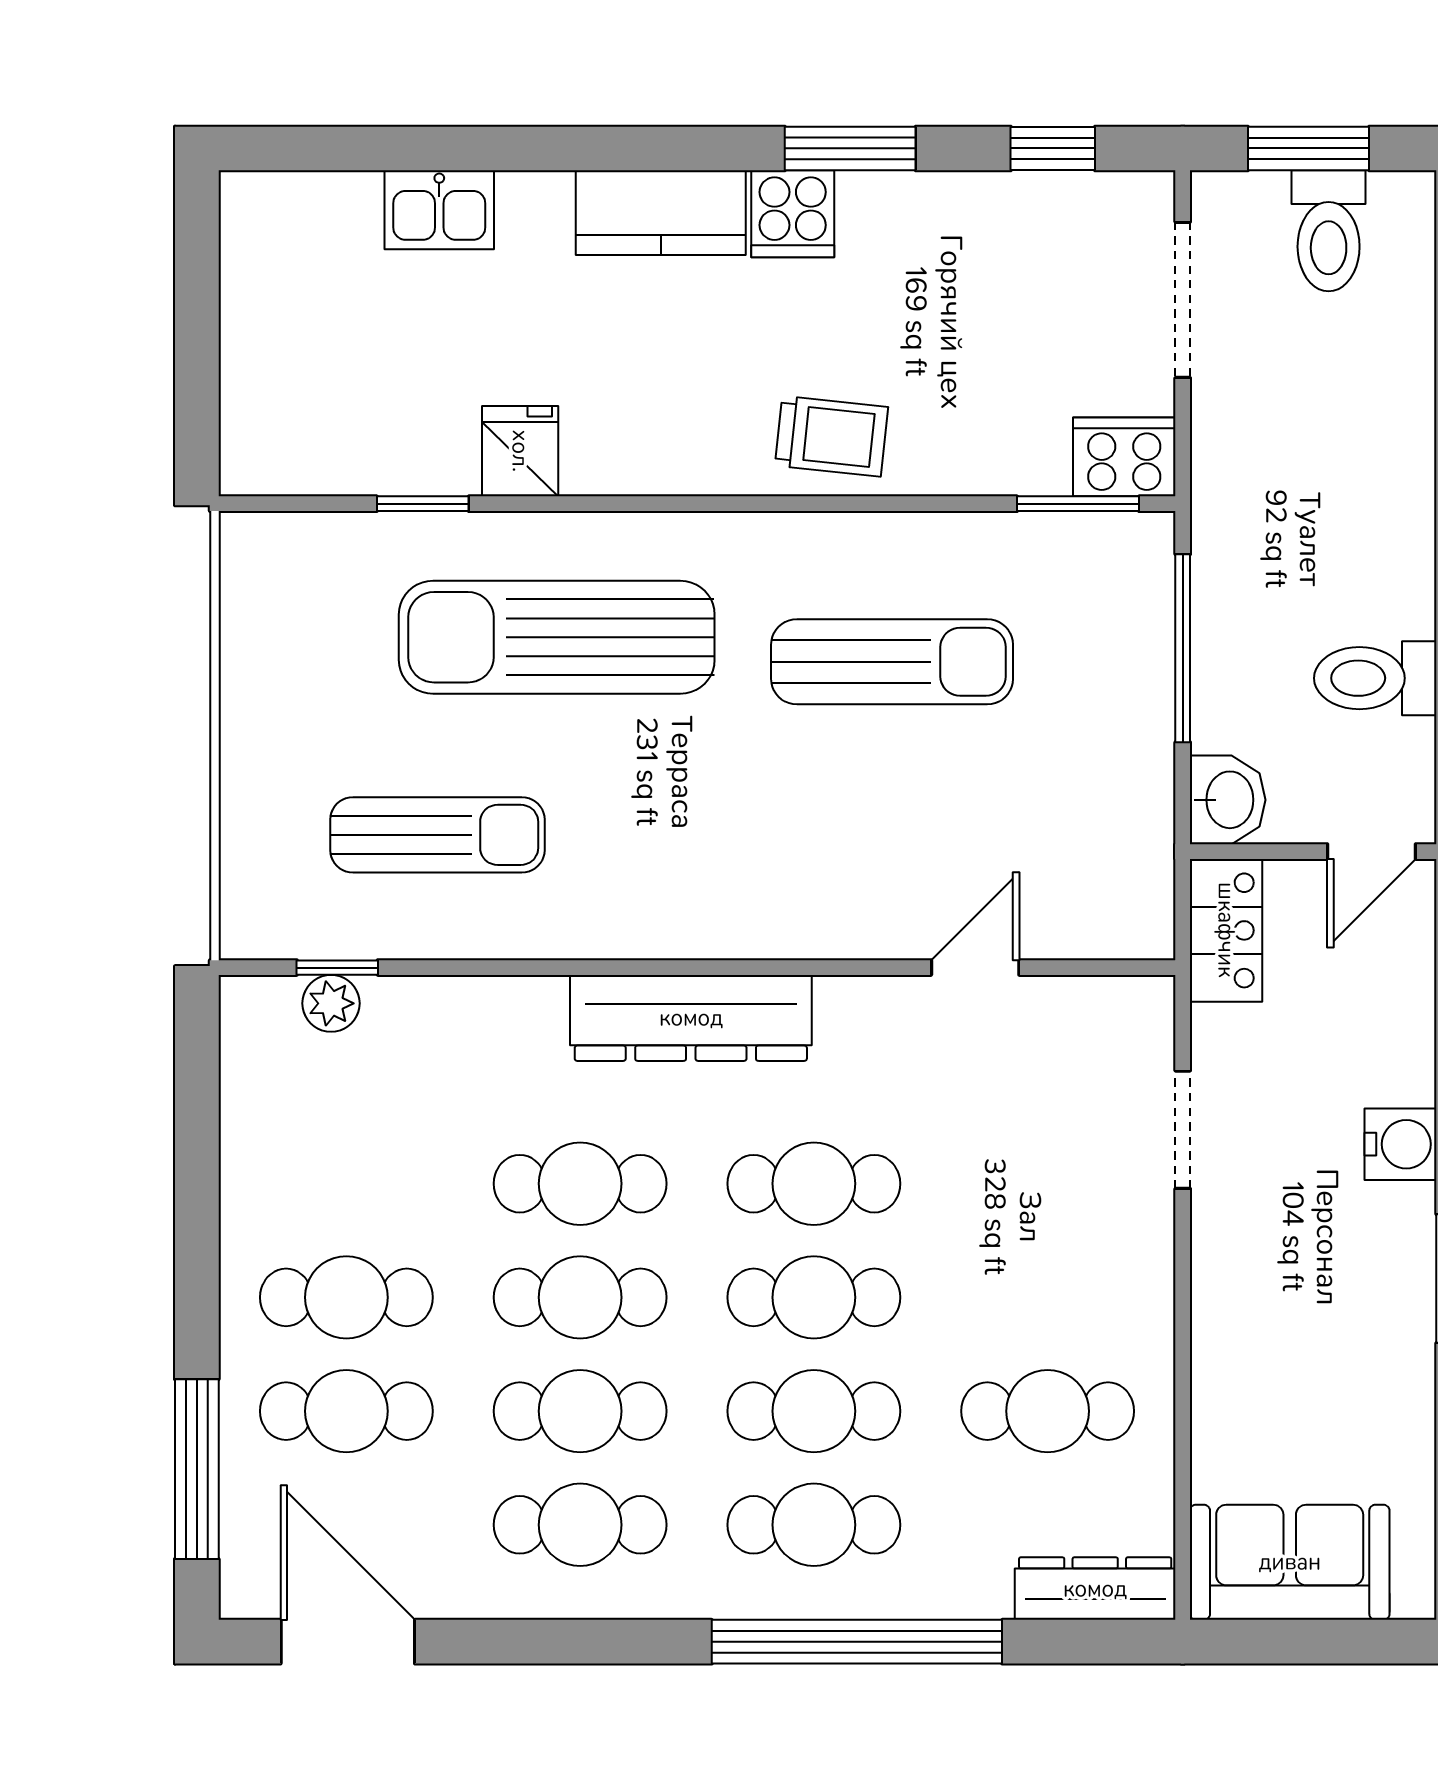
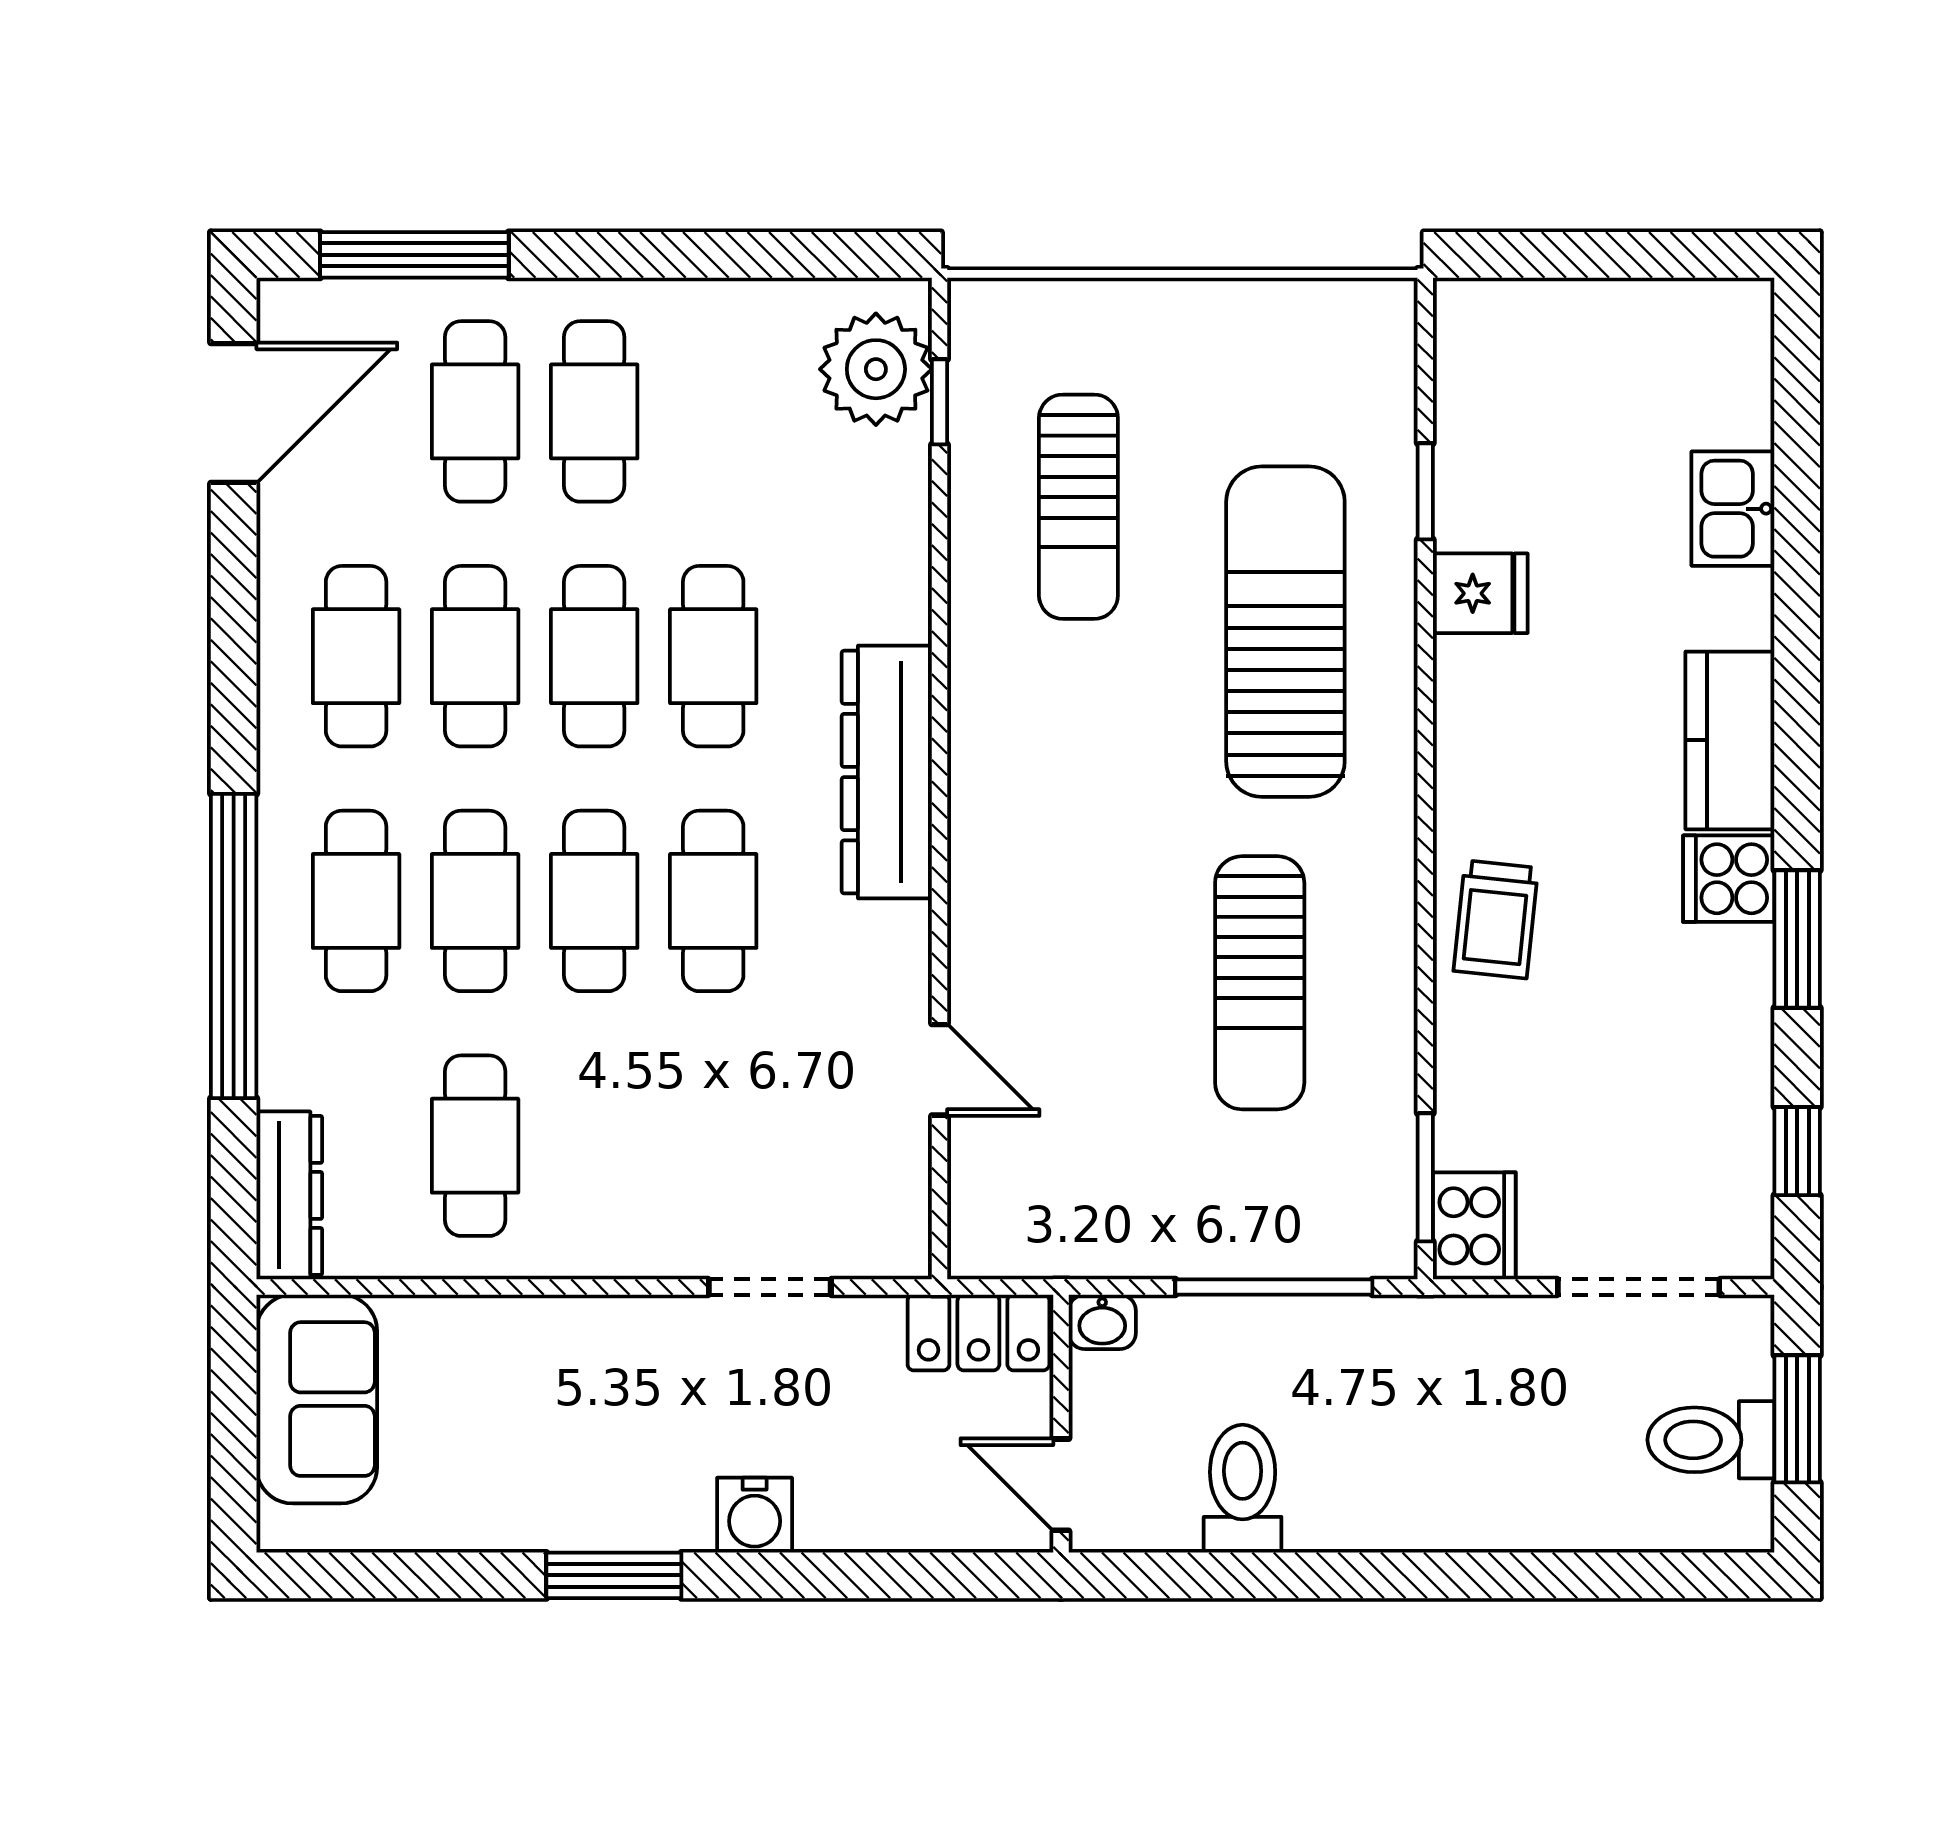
washbasin: (1228, 800) -> (1102, 1322), width x0.72, depth x0.69
plant: (331, 1003) -> (876, 369), width x1.88, depth x1.88

